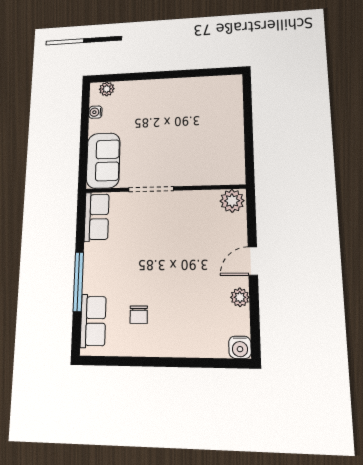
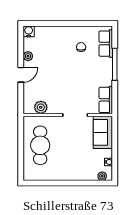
cafe table: (213, 135) -> (40, 145), added
plant: (232, 201) -> (41, 107), moved

